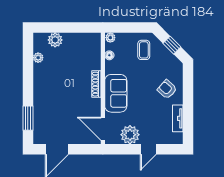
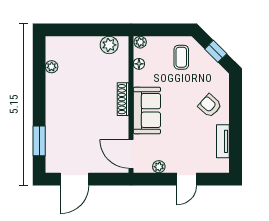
plant: (55, 40) -> (109, 45), moved
plant: (130, 135) -> (159, 167), width x0.53, depth x0.53

